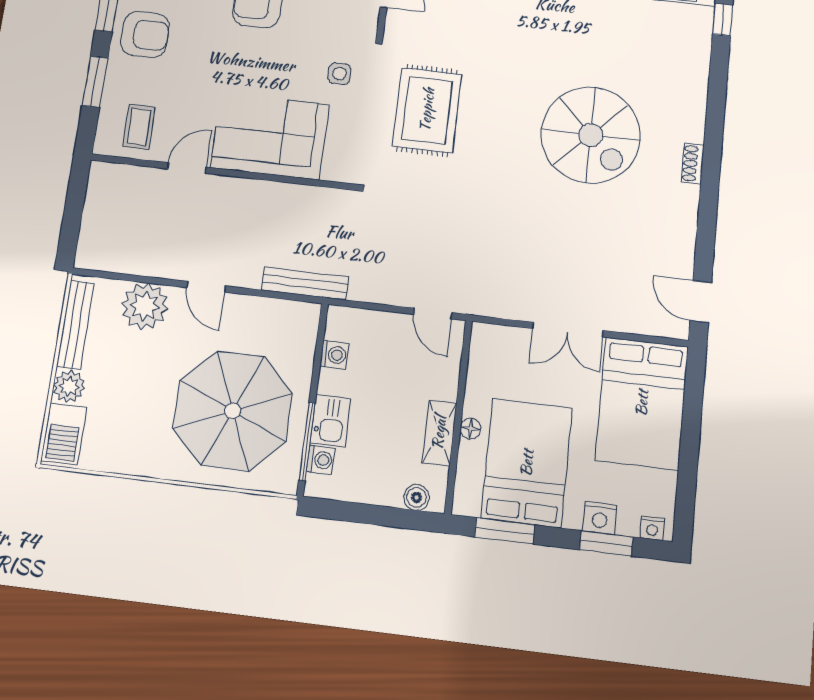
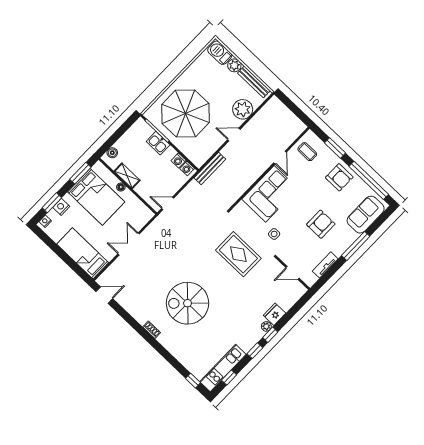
armchair: (145, 35) -> (339, 177), turned -90
bed: (642, 403) -> (83, 253), width x0.67
washing machine: (321, 460) -> (187, 168), moved

